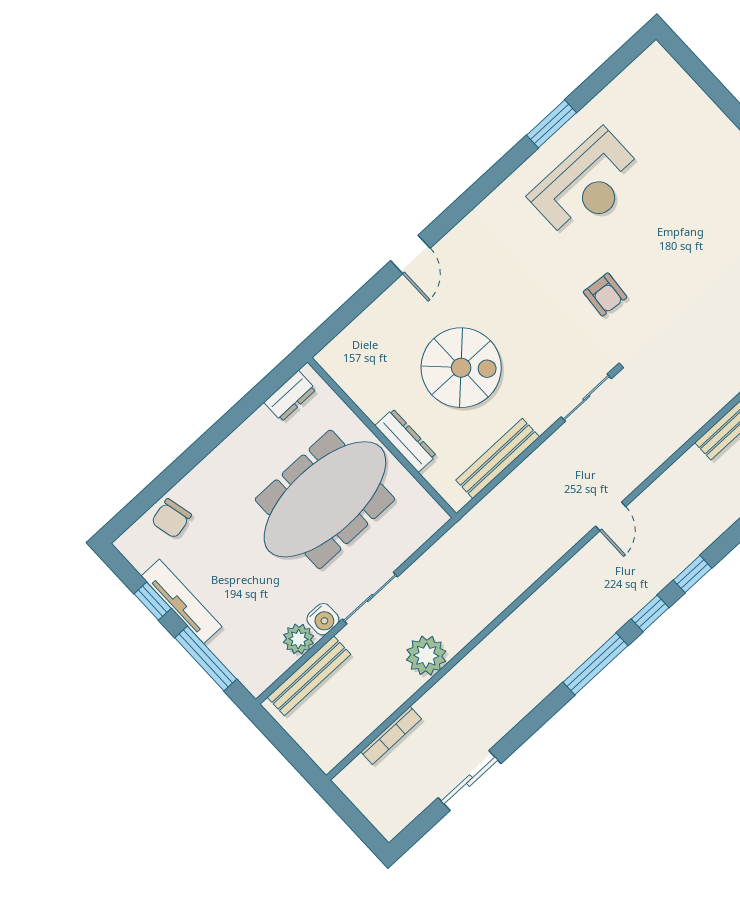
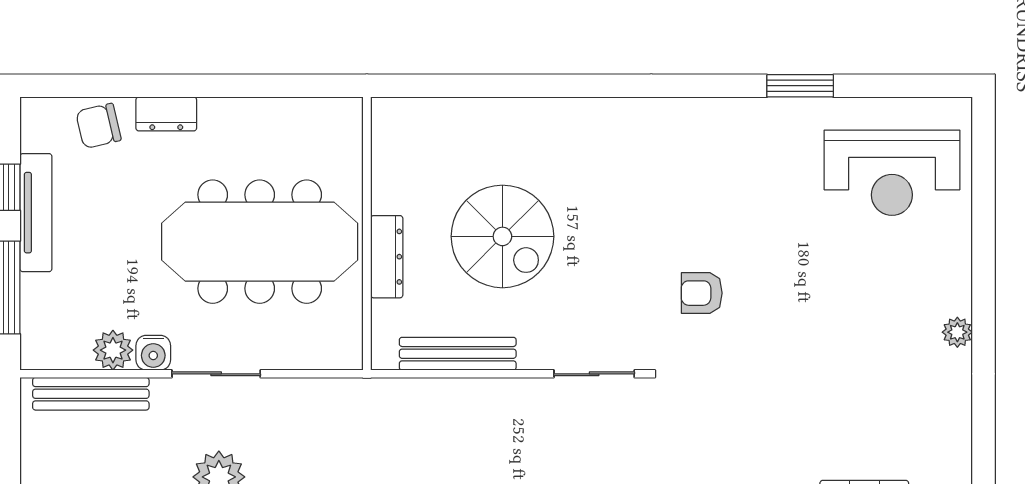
reception desk: (587, 185) -> (892, 173), moved
door: (410, 254) -> (553, 86), removed
armchair: (605, 294) -> (702, 293), turned 85
dresser: (290, 396) -> (166, 114), moved

